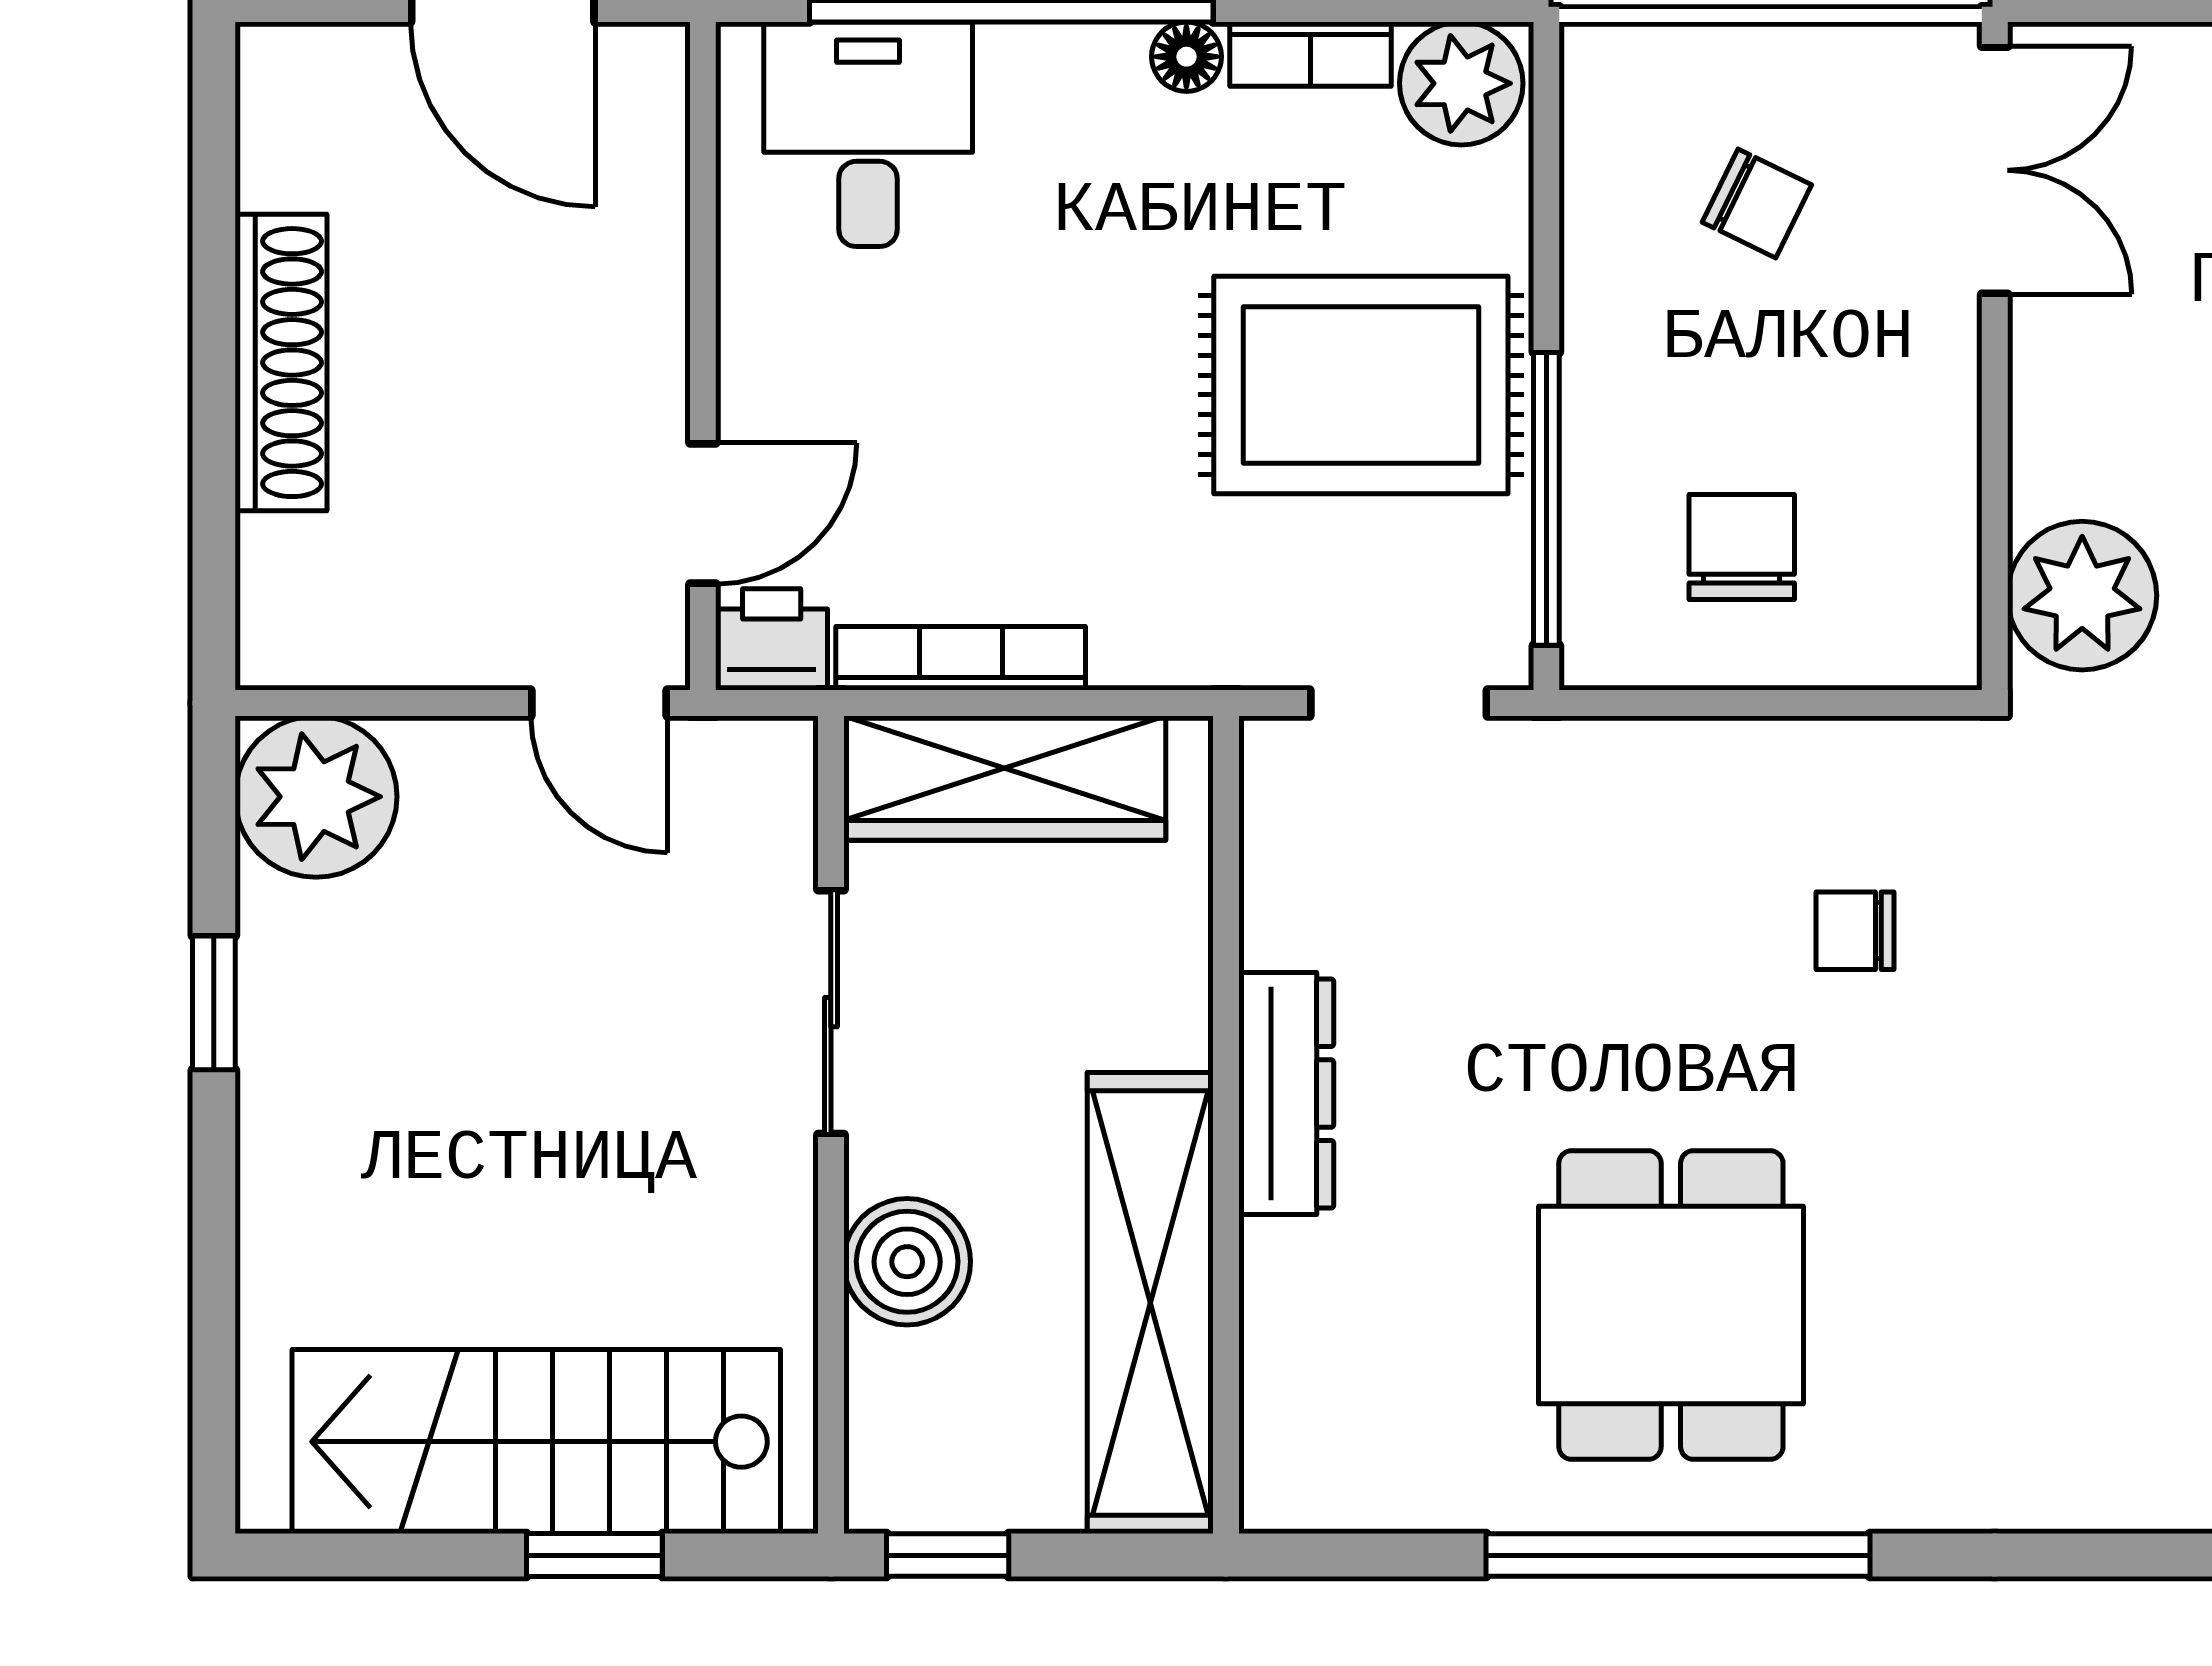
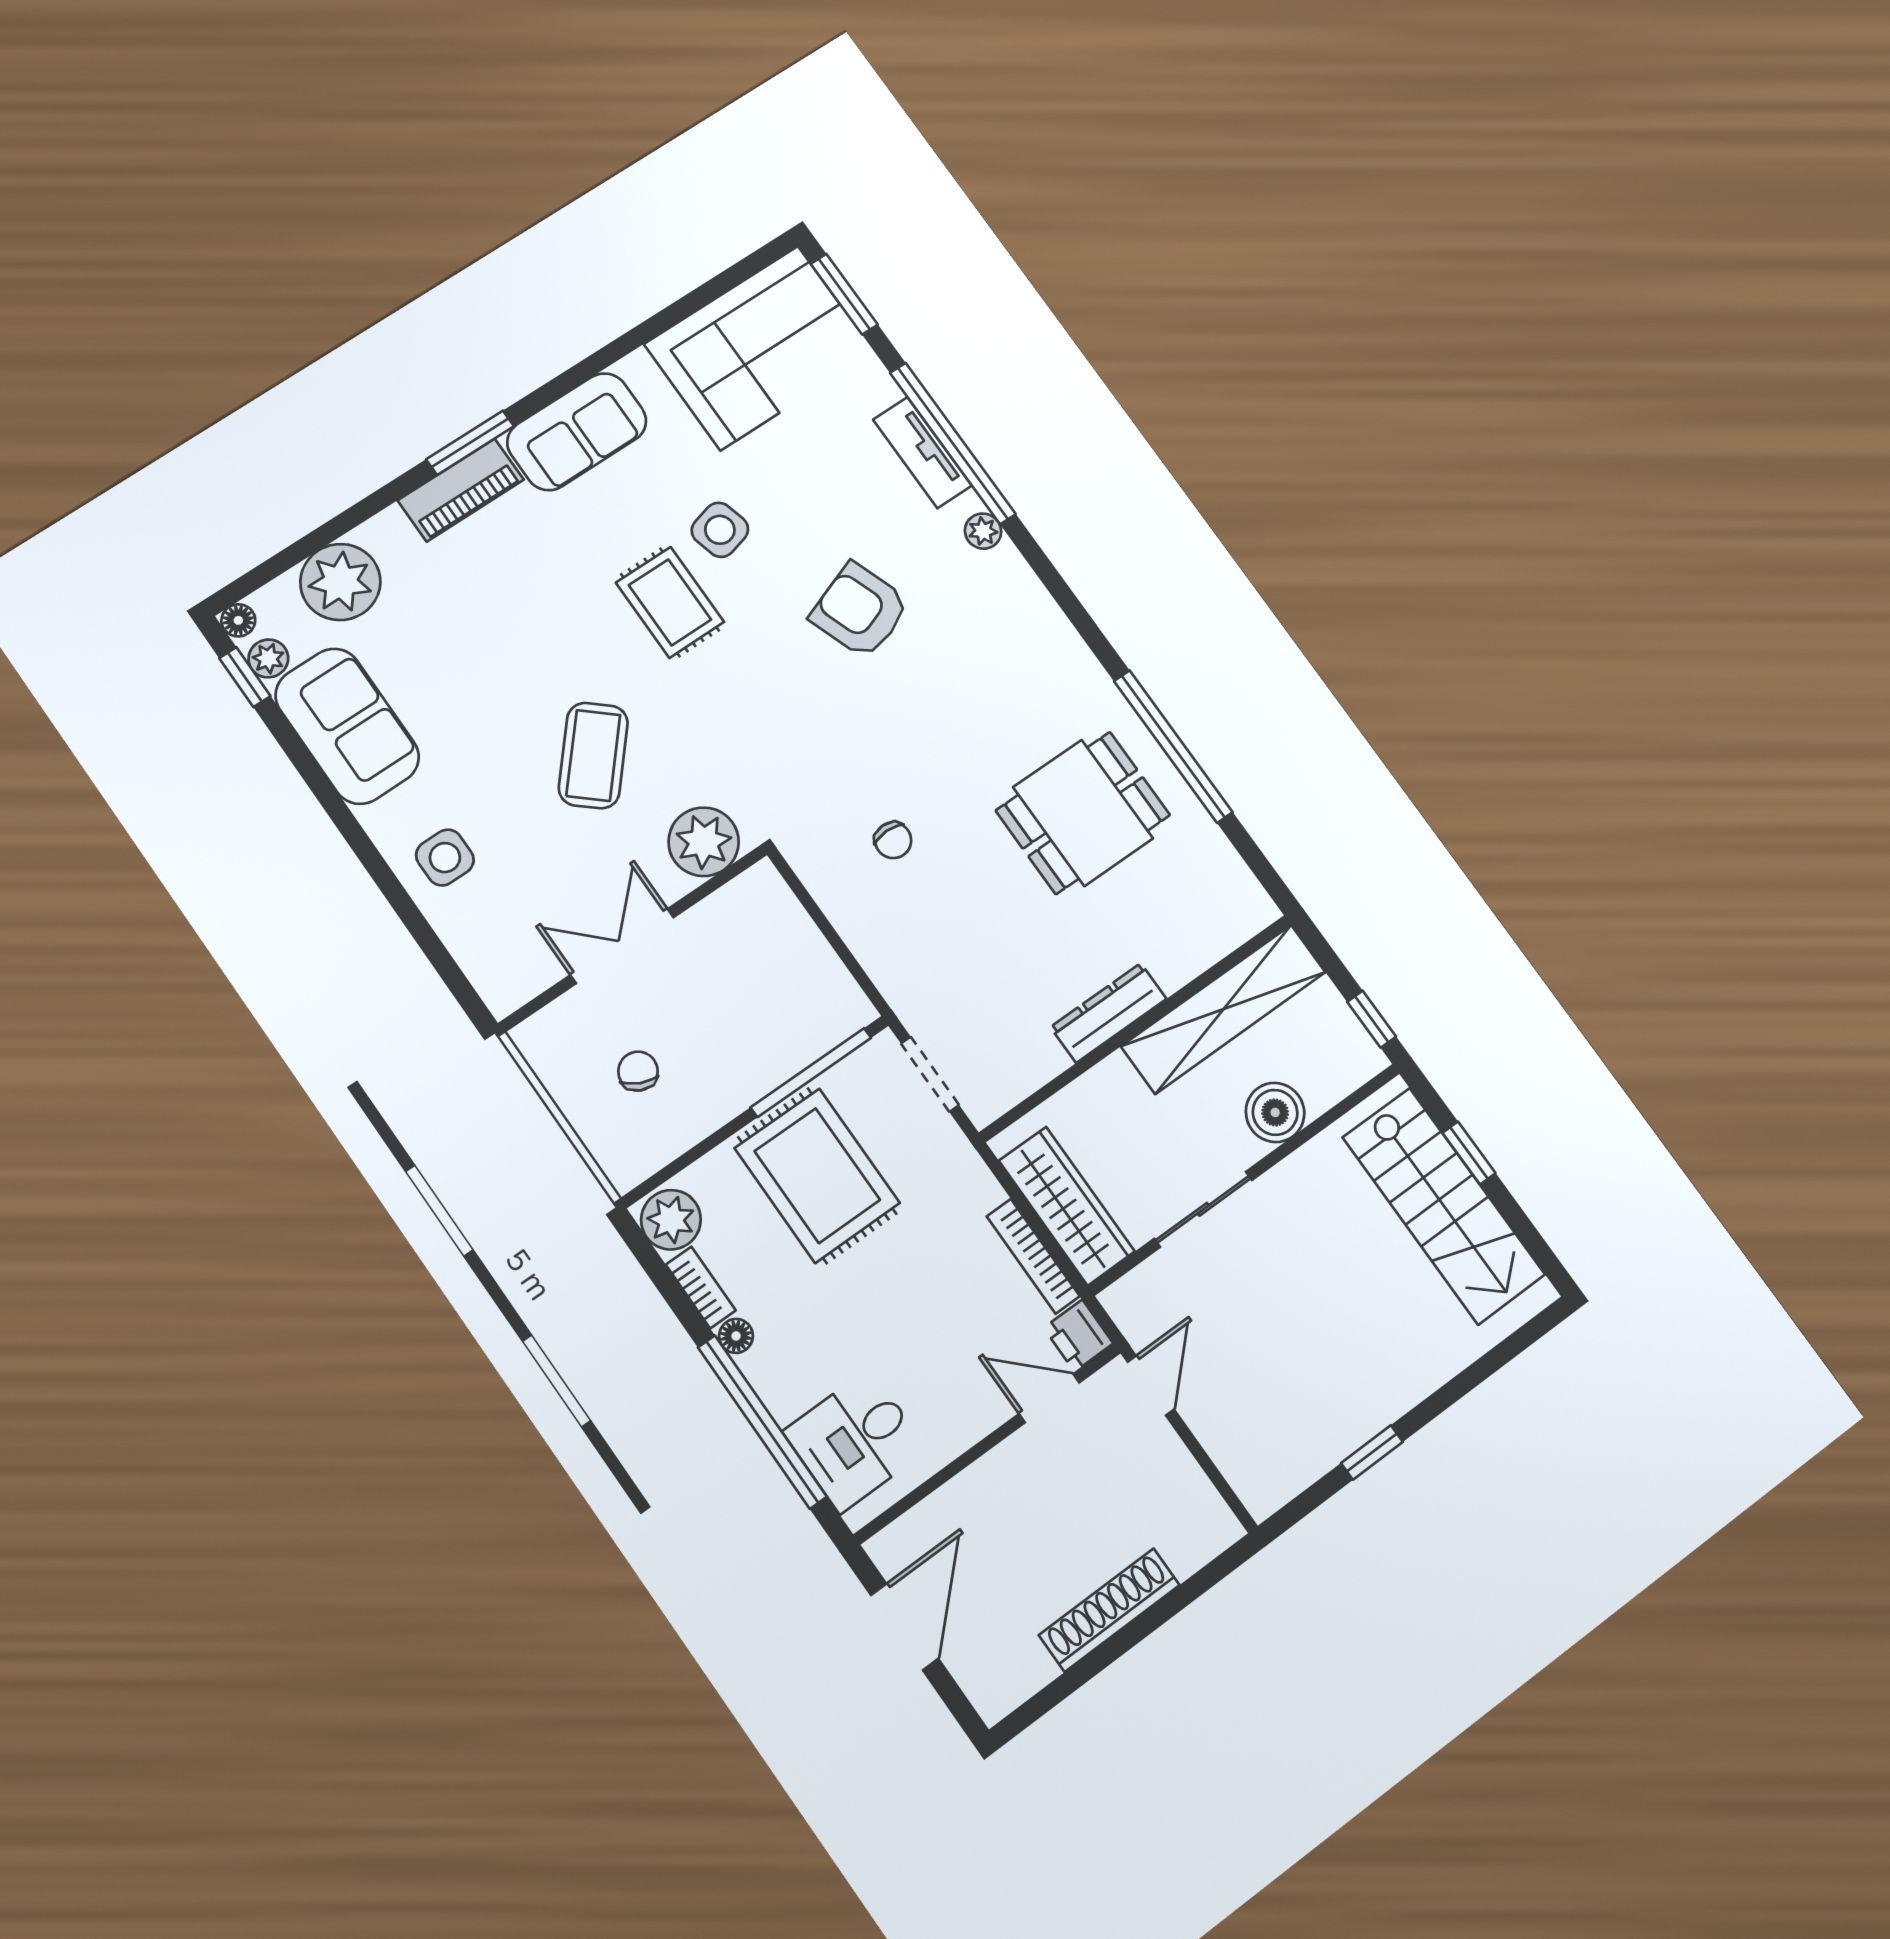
double door: (1995, 170) -> (622, 946), moved
chair: (1742, 547) -> (777, 984), removed
plant: (316, 797) -> (1266, 1471), removed

